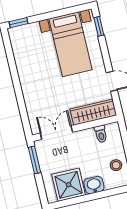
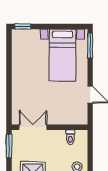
window: (99, 26) -> (90, 45), width x1.50
wardrobe: (93, 112) -> (68, 117), removed

